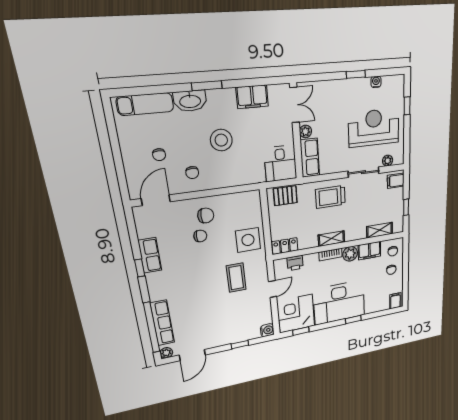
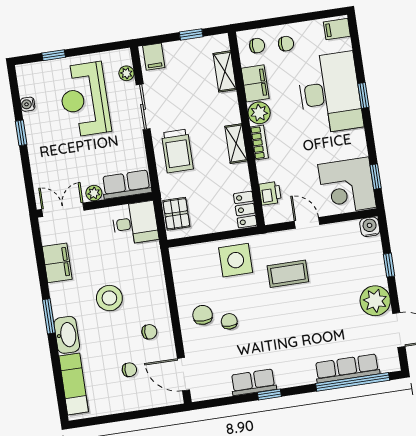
desk: (339, 303) -> (330, 93), moved
plant: (166, 353) -> (375, 301), moved, width x1.87, depth x1.87

